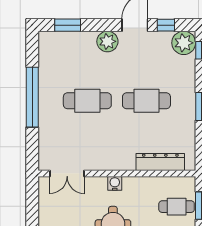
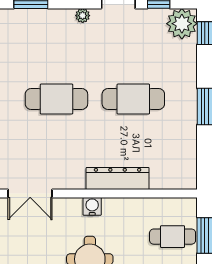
plant: (107, 41) -> (83, 16), width x0.53, depth x0.53
dresser: (160, 162) -> (118, 179), moved

